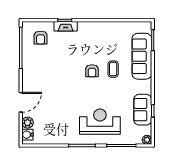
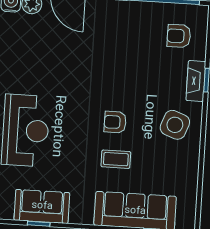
side table: (91, 37) -> (175, 125), added

